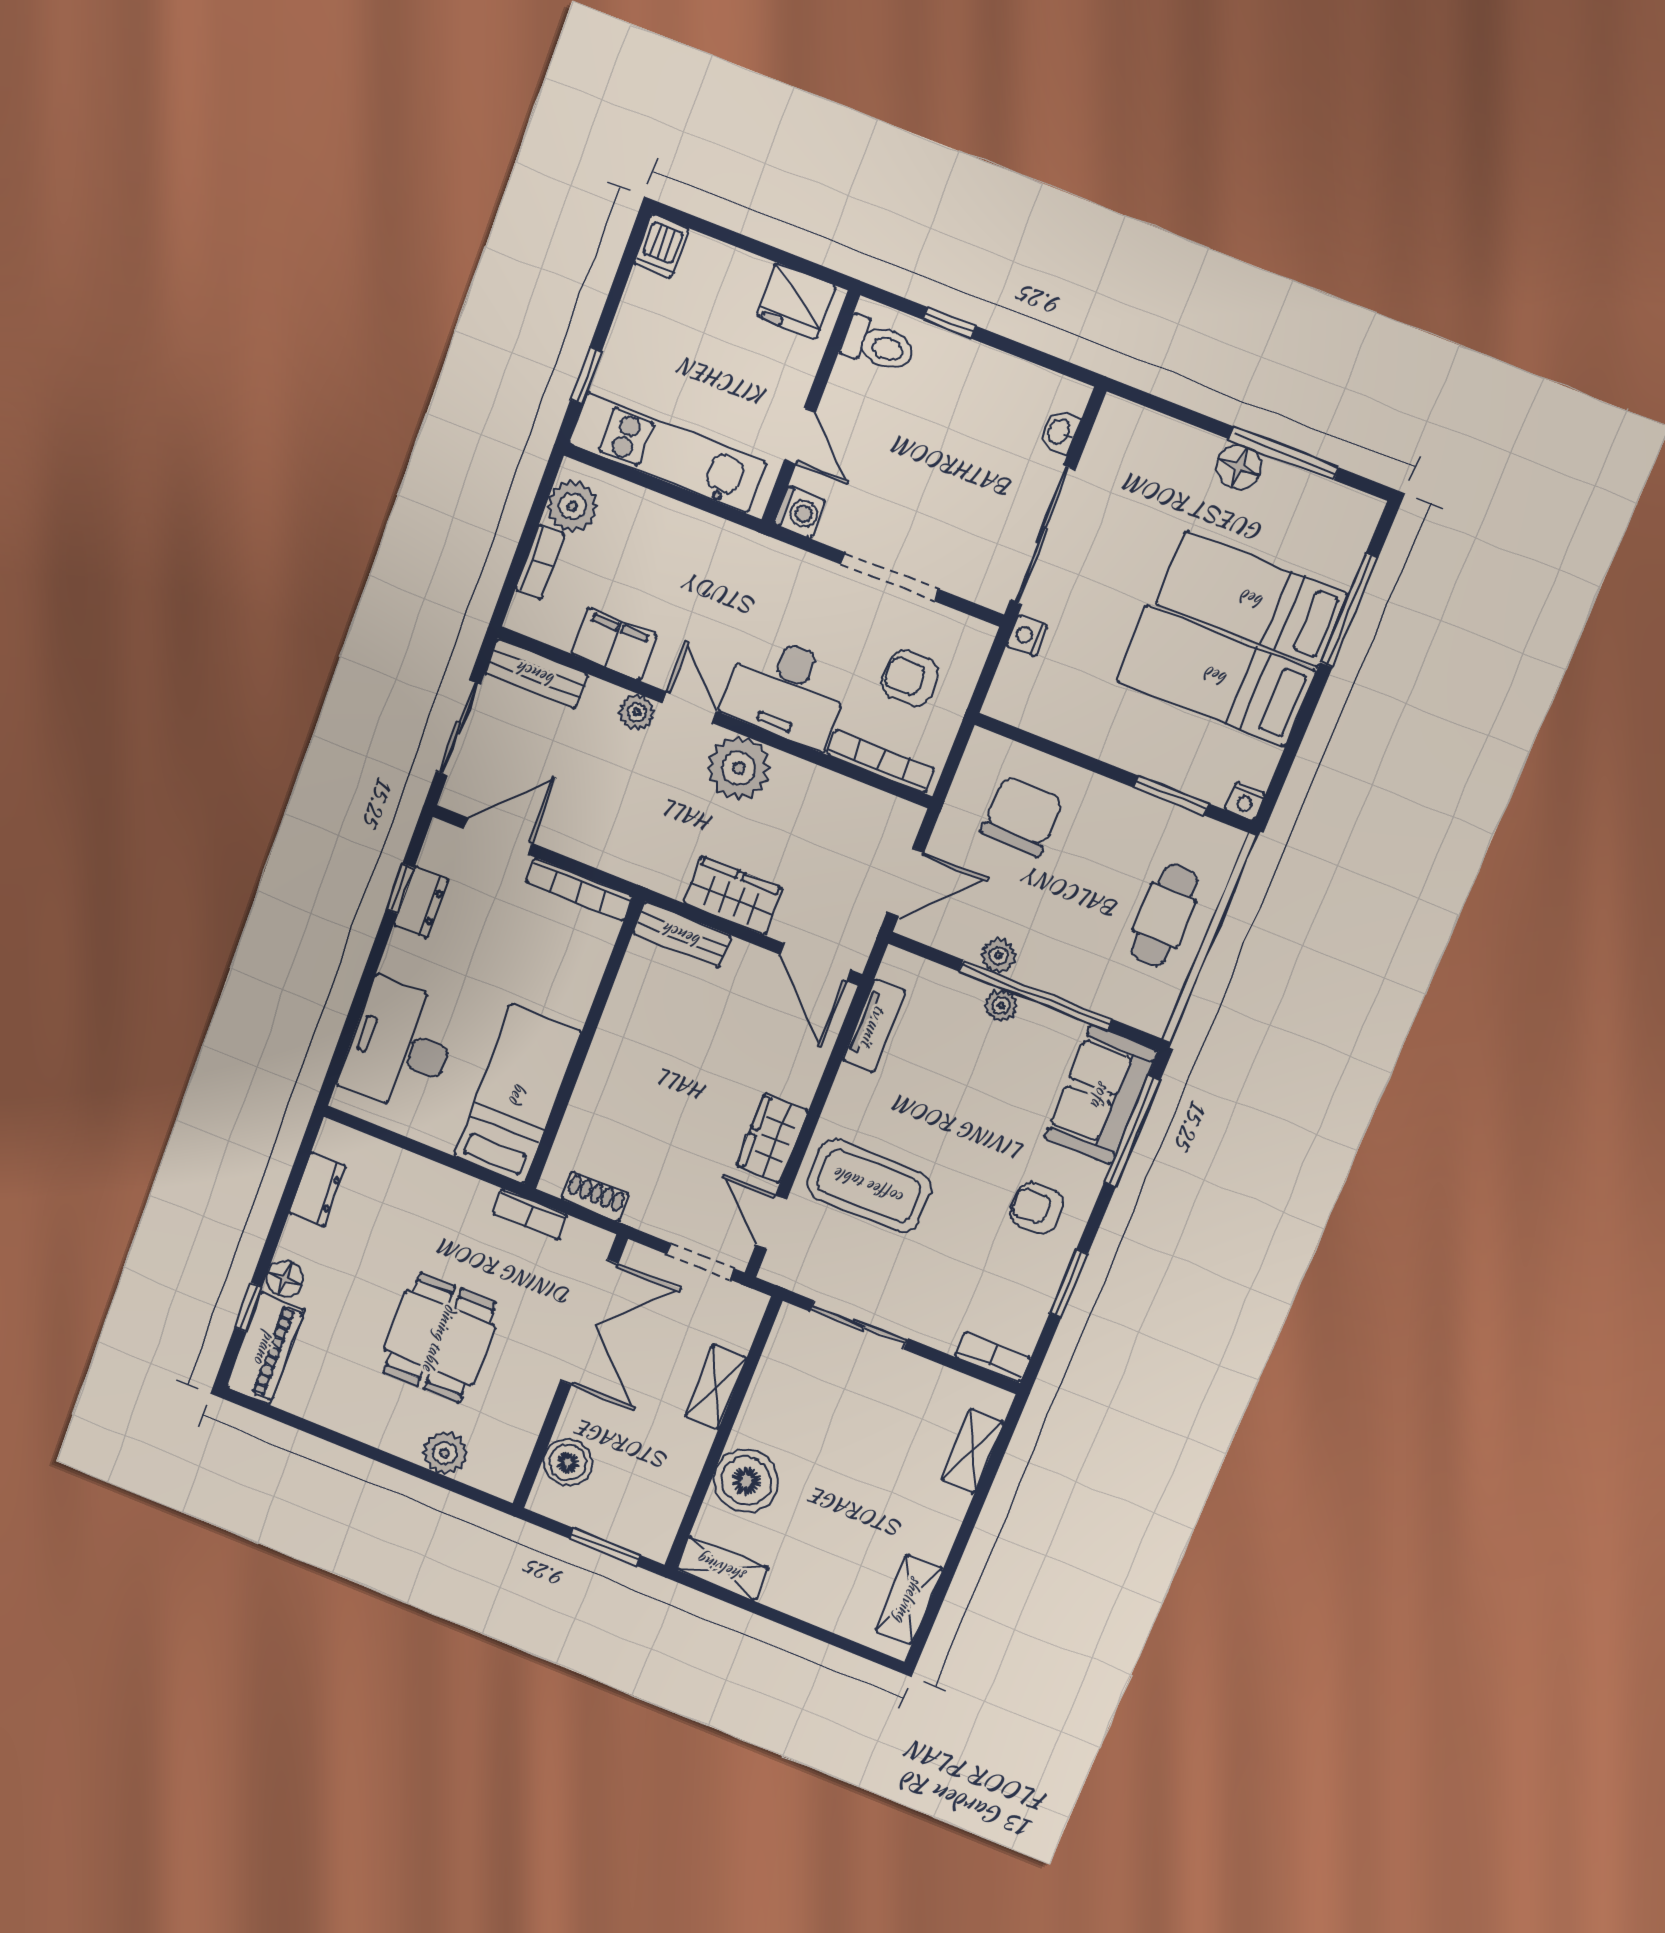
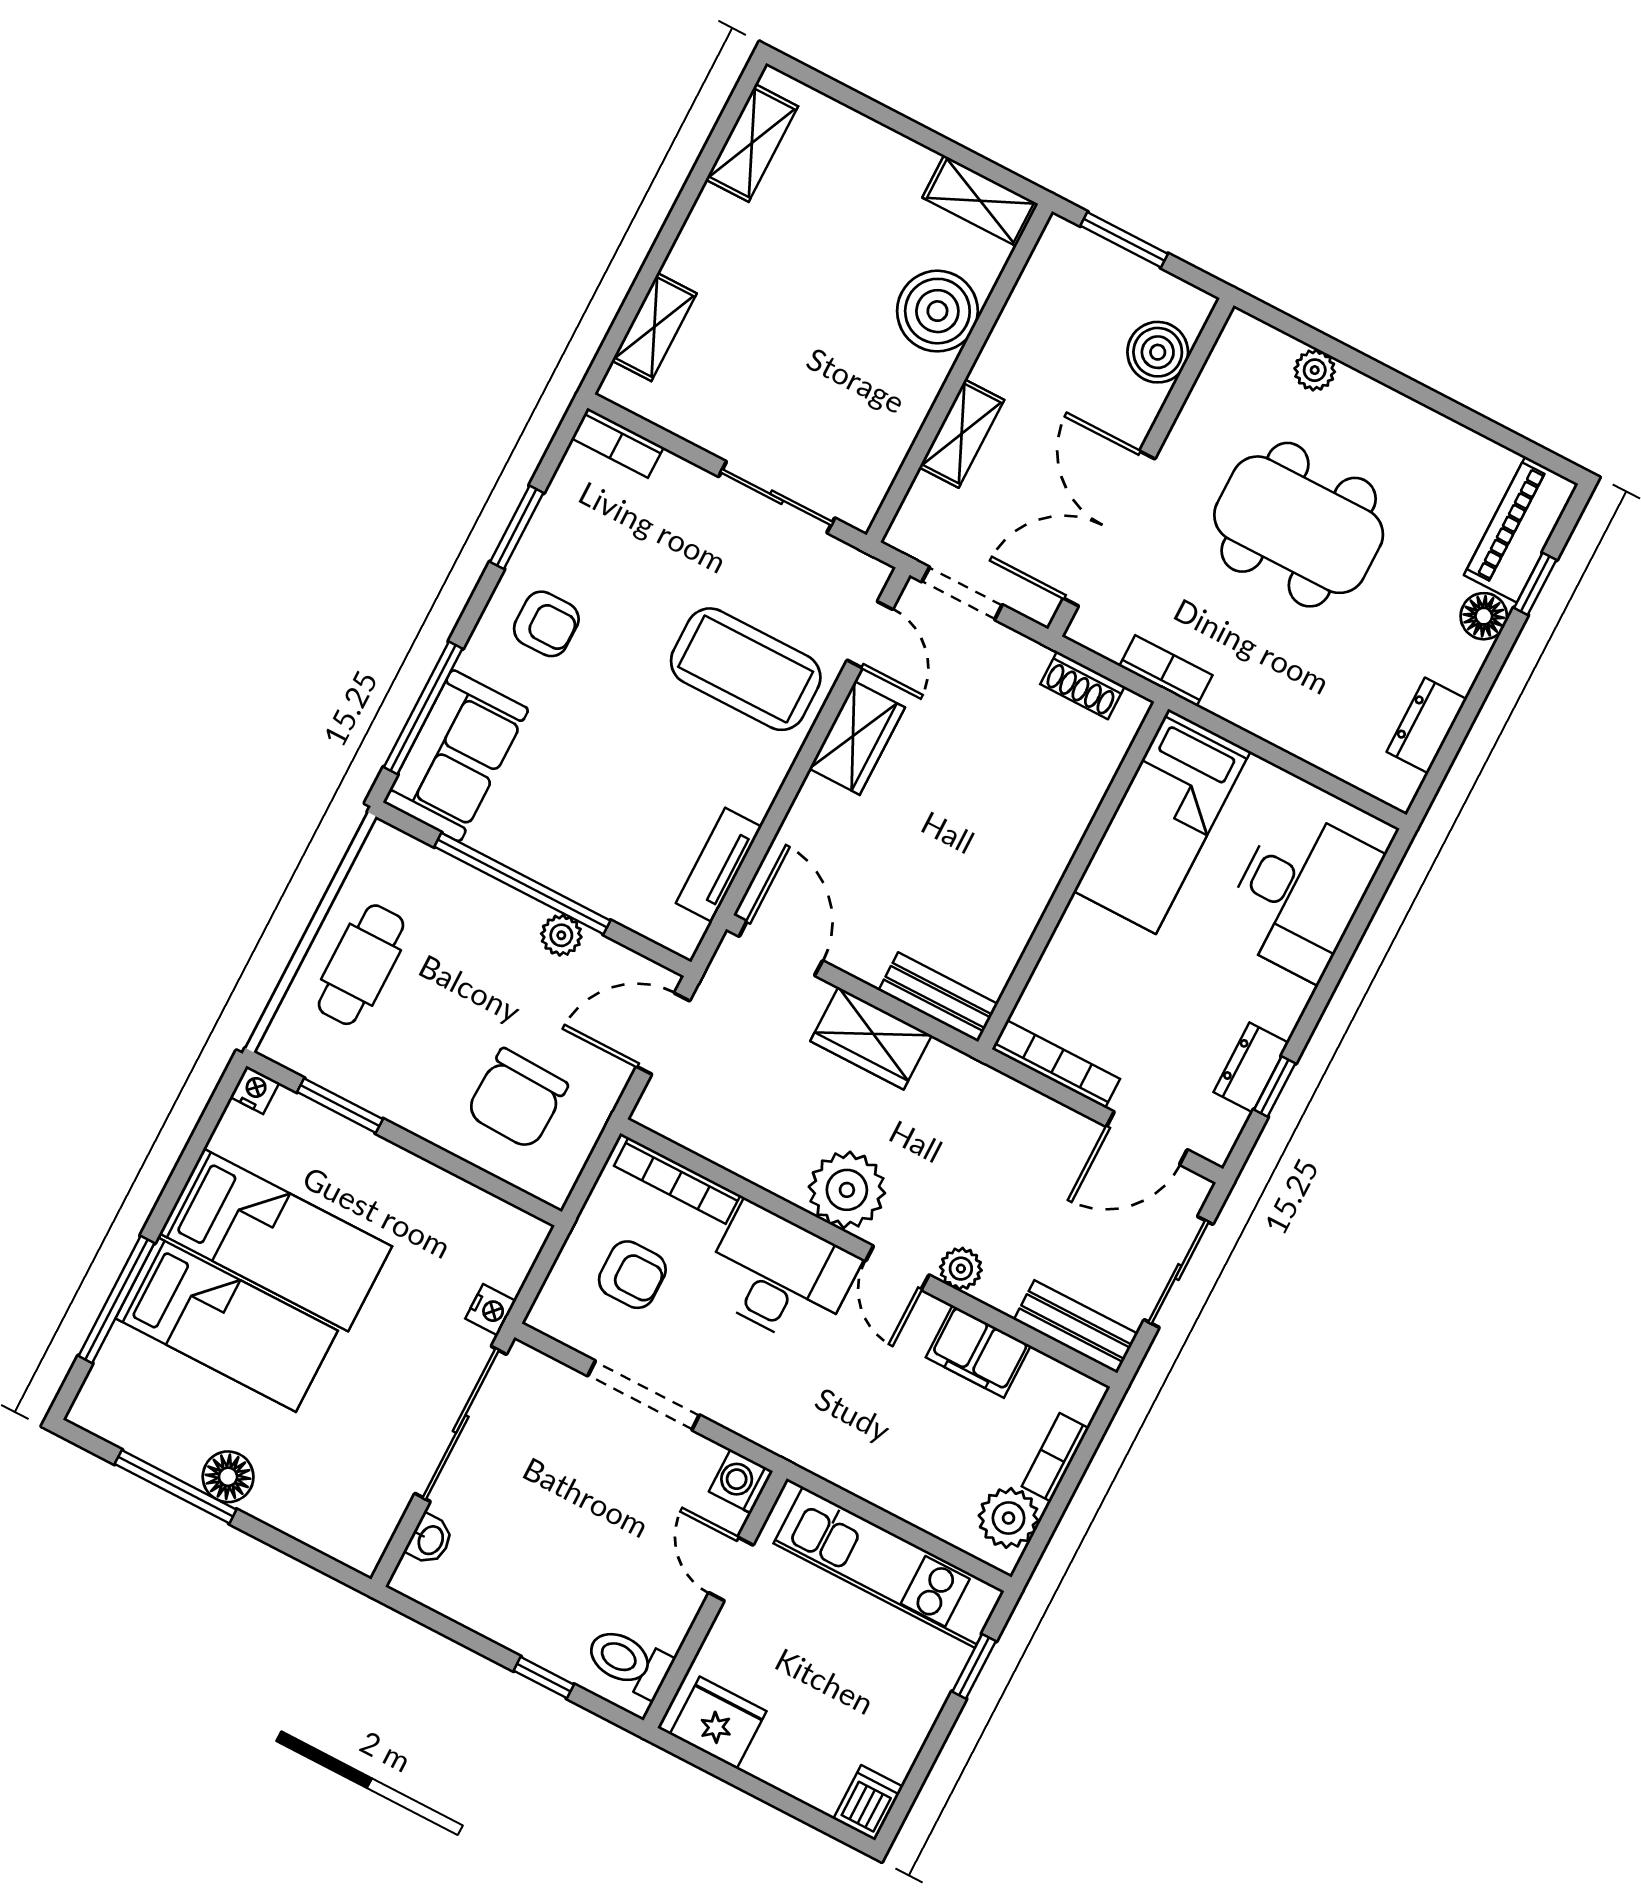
plant: (1001, 1006) -> (564, 875), removed
dining table: (440, 1338) -> (1299, 525), width x1.38
plant: (445, 1453) -> (1315, 370), width x0.73, depth x0.73

